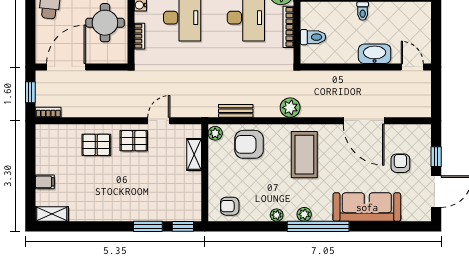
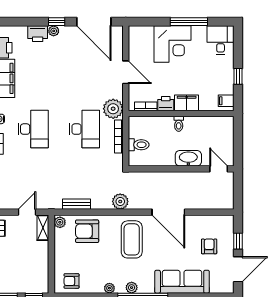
door: (159, 121) -> (27, 212), moved
door: (364, 121) -> (168, 212), moved
shelving: (194, 154) -> (43, 228), moved

